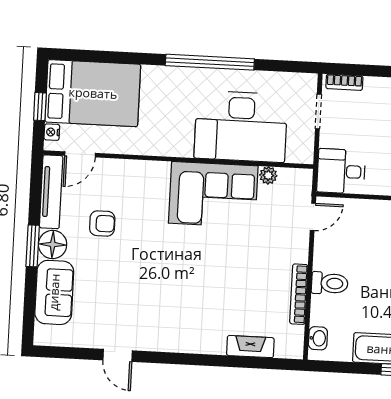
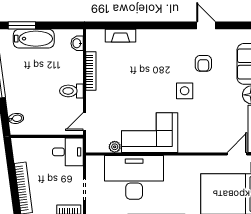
armchair: (102, 223) -> (203, 63), moved, turned -90
side table: (156, 256) -> (185, 91), added
toilet: (330, 283) -> (71, 91), moved

